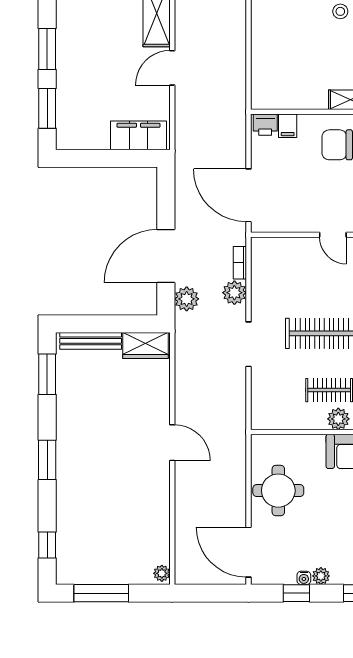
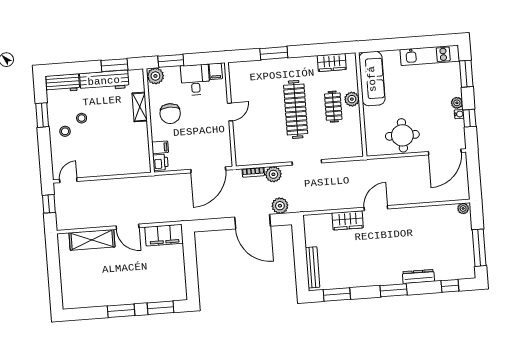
filing cabinet: (139, 135) -> (164, 235), moved, turned -90
wardrobe: (146, 345) -> (348, 220), moved, turned 90
dresser: (65, 499) -> (418, 277), added

